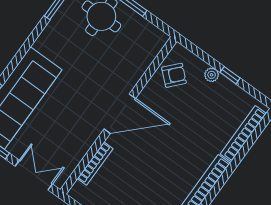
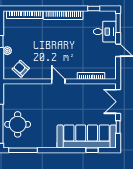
door: (120, 114) -> (58, 81), width x0.53

